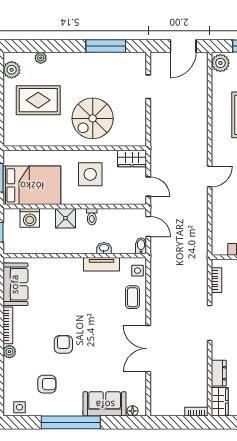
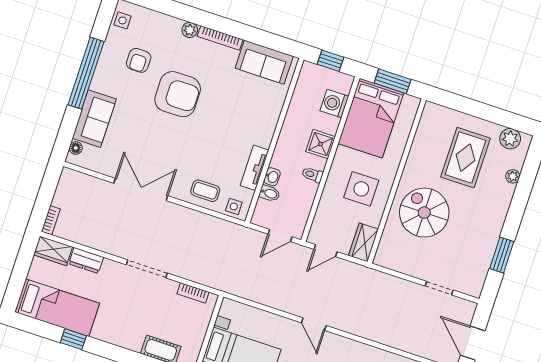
window: (106, 46) -> (502, 255), width x0.69
bidet: (141, 246) -> (270, 193), moved
armchair: (63, 344) -> (178, 94), width x1.88, depth x1.88

